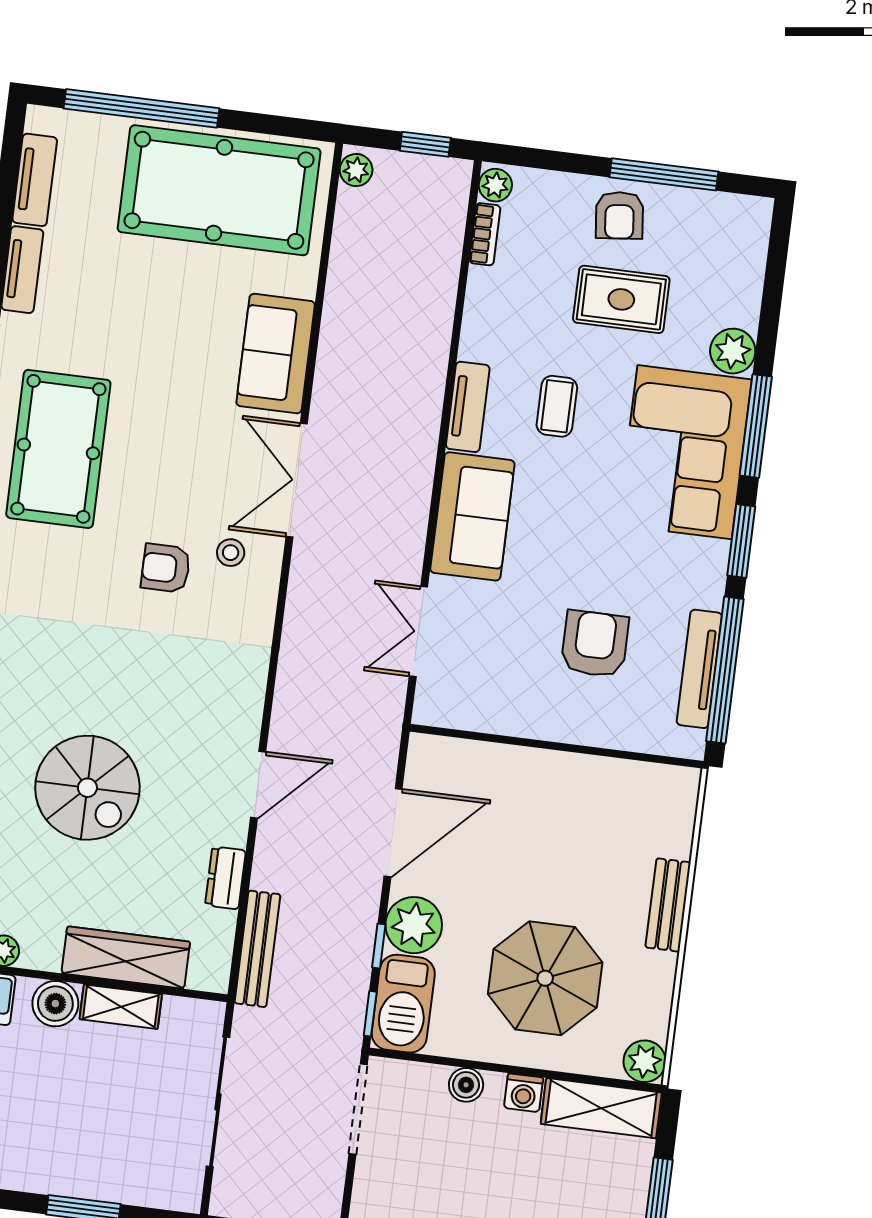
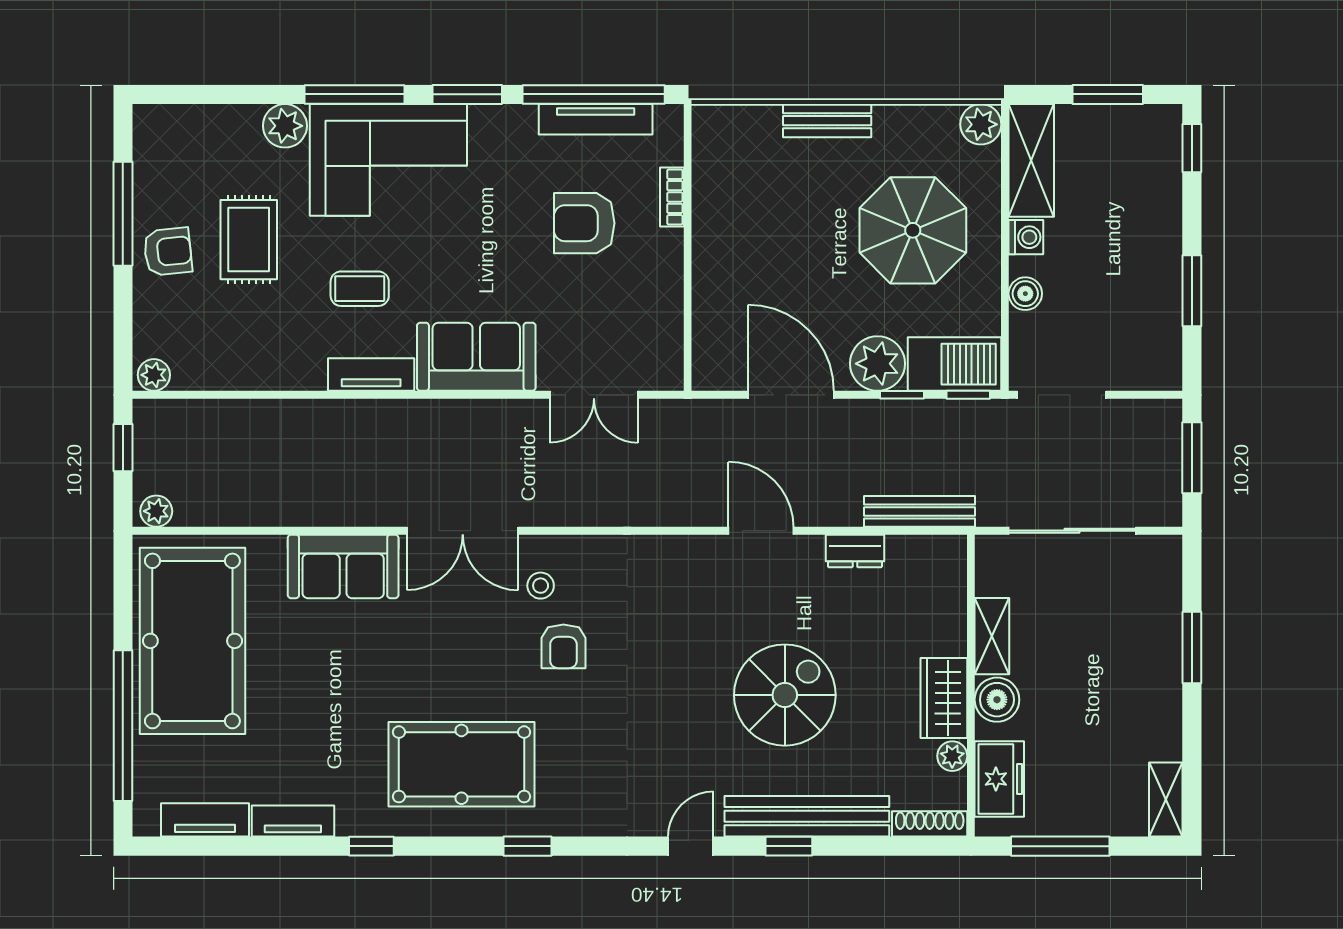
bookcase: (485, 234) -> (672, 197), moved, turned -90
wardrobe: (126, 958) -> (944, 698), moved, width x0.67

